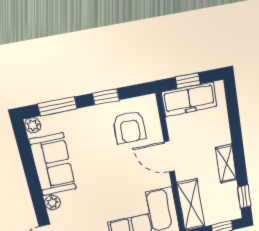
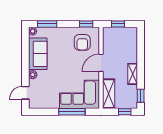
window: (106, 97) -> (86, 24), moved
freezer: (189, 99) -> (117, 34), removed
door: (169, 156) -> (101, 63), hinge flipped

